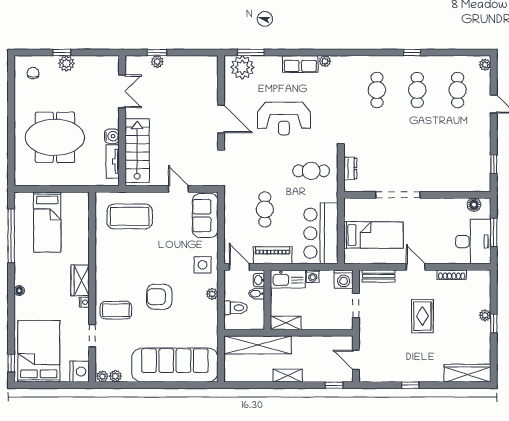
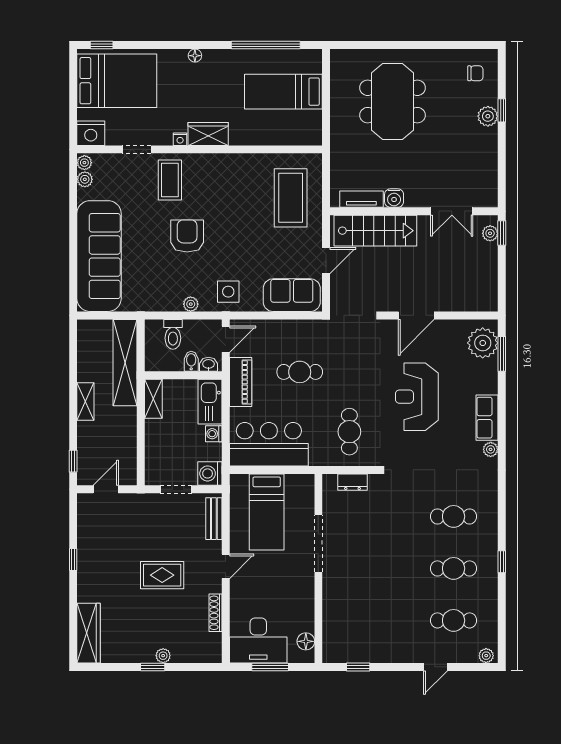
double door: (122, 91) -> (452, 211), moved
wall: (122, 121) -> (414, 211), moved
water cooler: (112, 136) -> (394, 198), moved
stairs: (137, 151) -> (375, 231), moved
tv unit: (113, 161) -> (361, 199), moved

